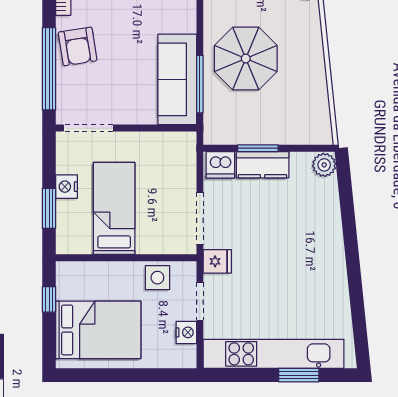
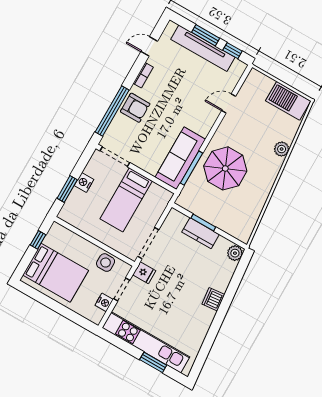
armchair: (78, 46) -> (135, 108), turned -81
dishwasher: (220, 165) -> (213, 299), moved, turned 84
bed: (114, 208) -> (126, 200), moved, turned 180

